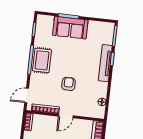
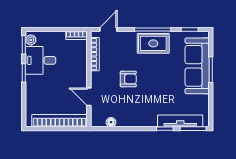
sofa: (70, 28) -> (197, 66), width x1.36
tv unit: (105, 63) -> (180, 121), moved
door: (27, 95) -> (108, 29), hinge flipped
door: (66, 116) -> (89, 97), moved

